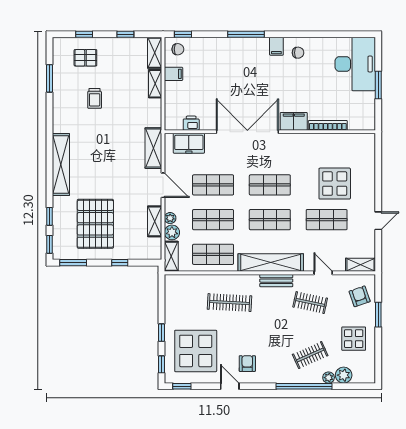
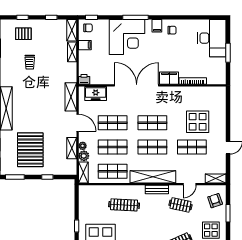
corner desk: (234, 62) -> (127, 37), added
printer: (191, 123) -> (84, 79), moved
door: (323, 273) -> (189, 184), swing flipped

